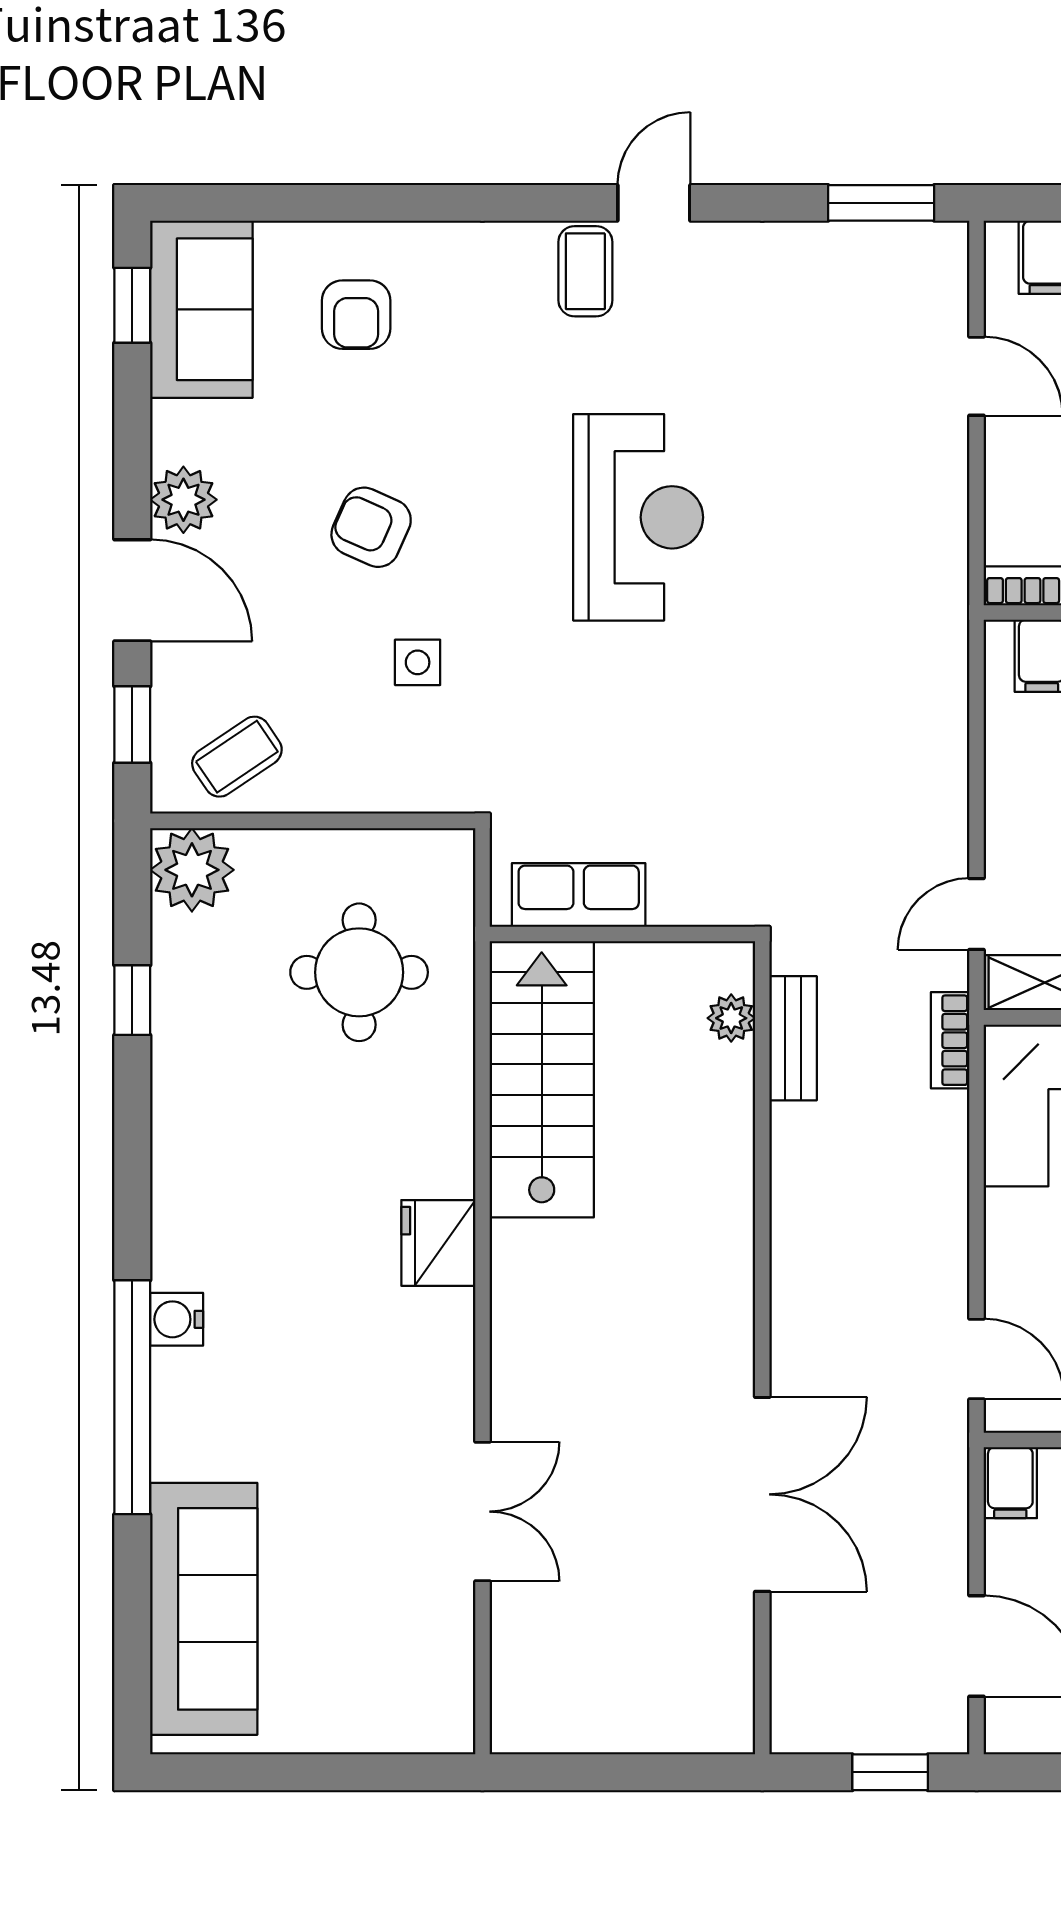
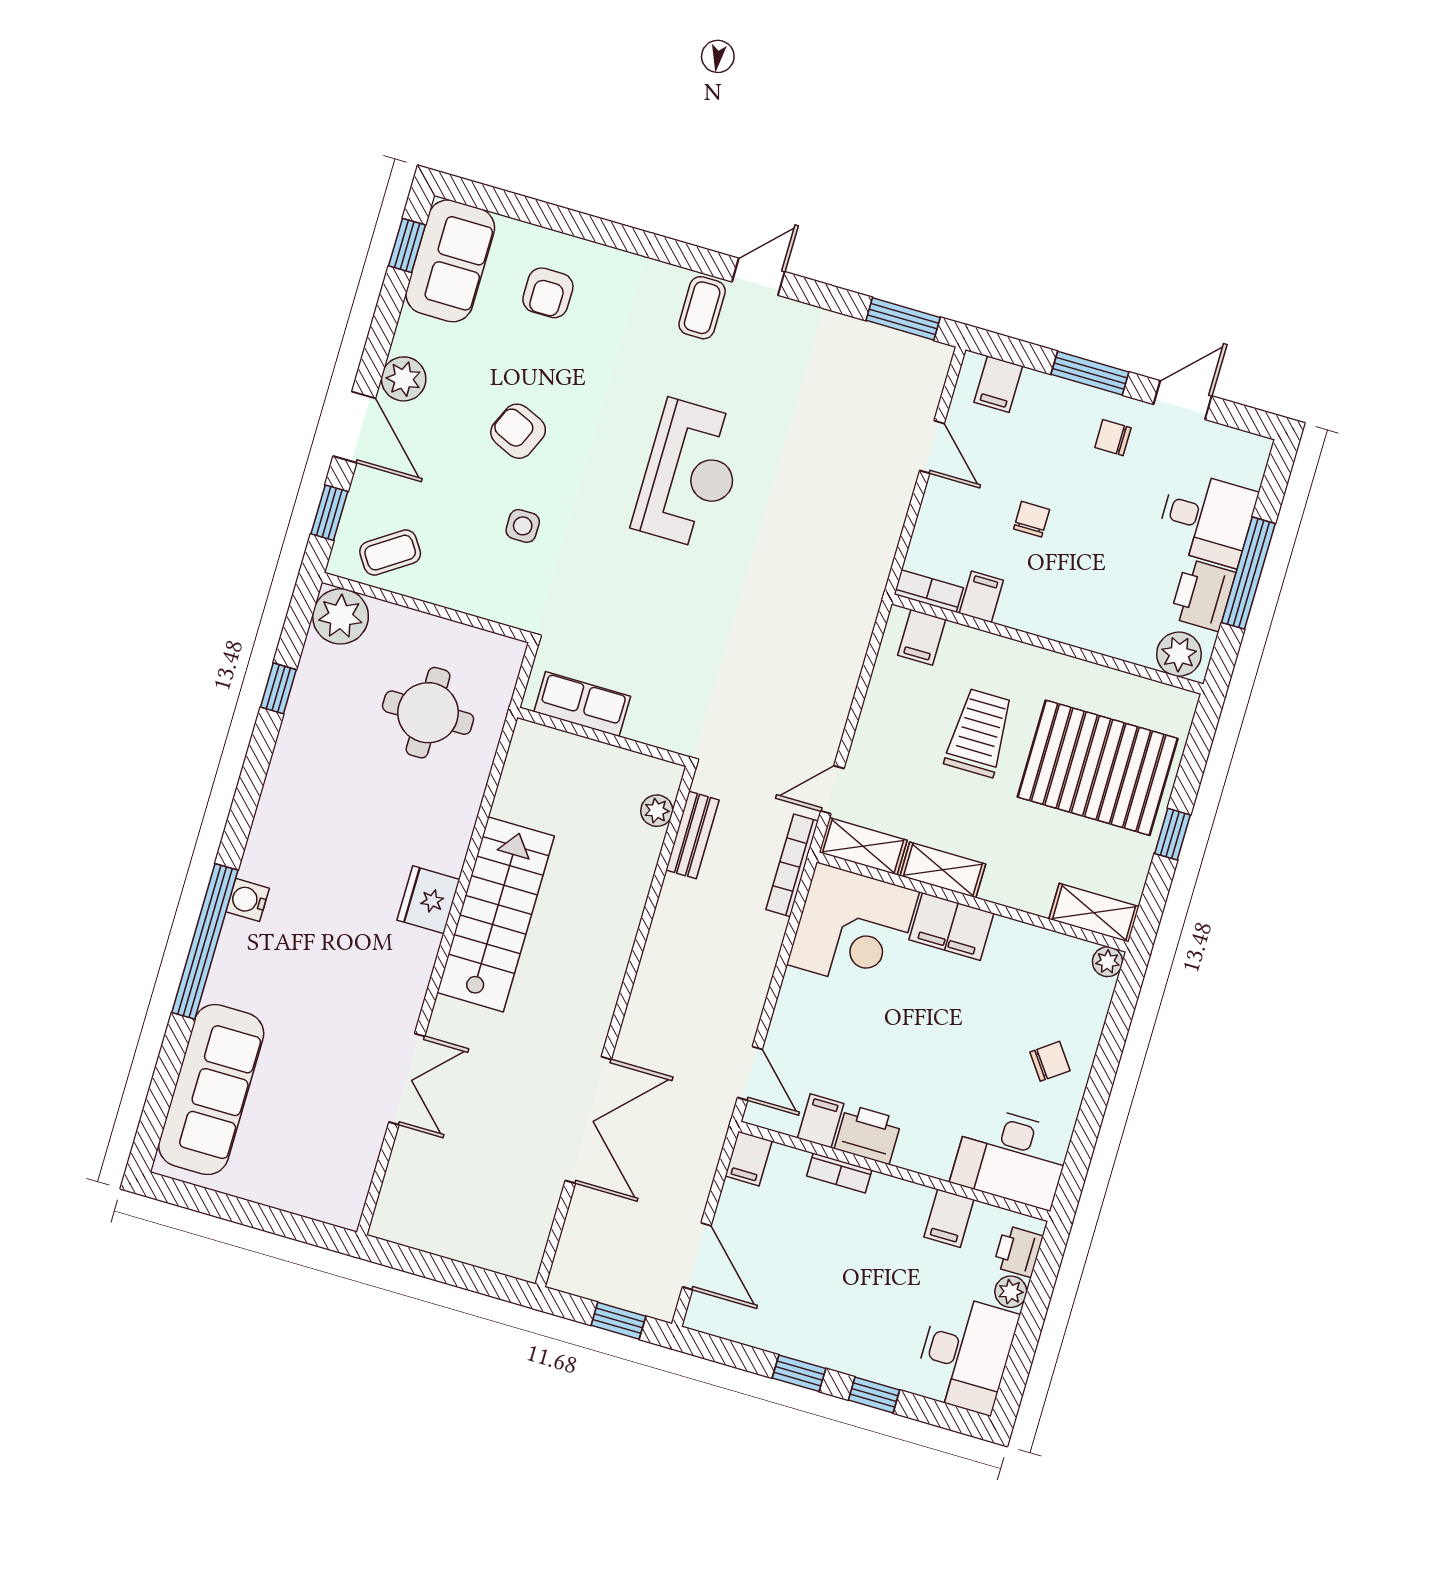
bookcase: (950, 1040) -> (792, 865), width x1.56
stairs: (542, 1079) -> (496, 914), moved

